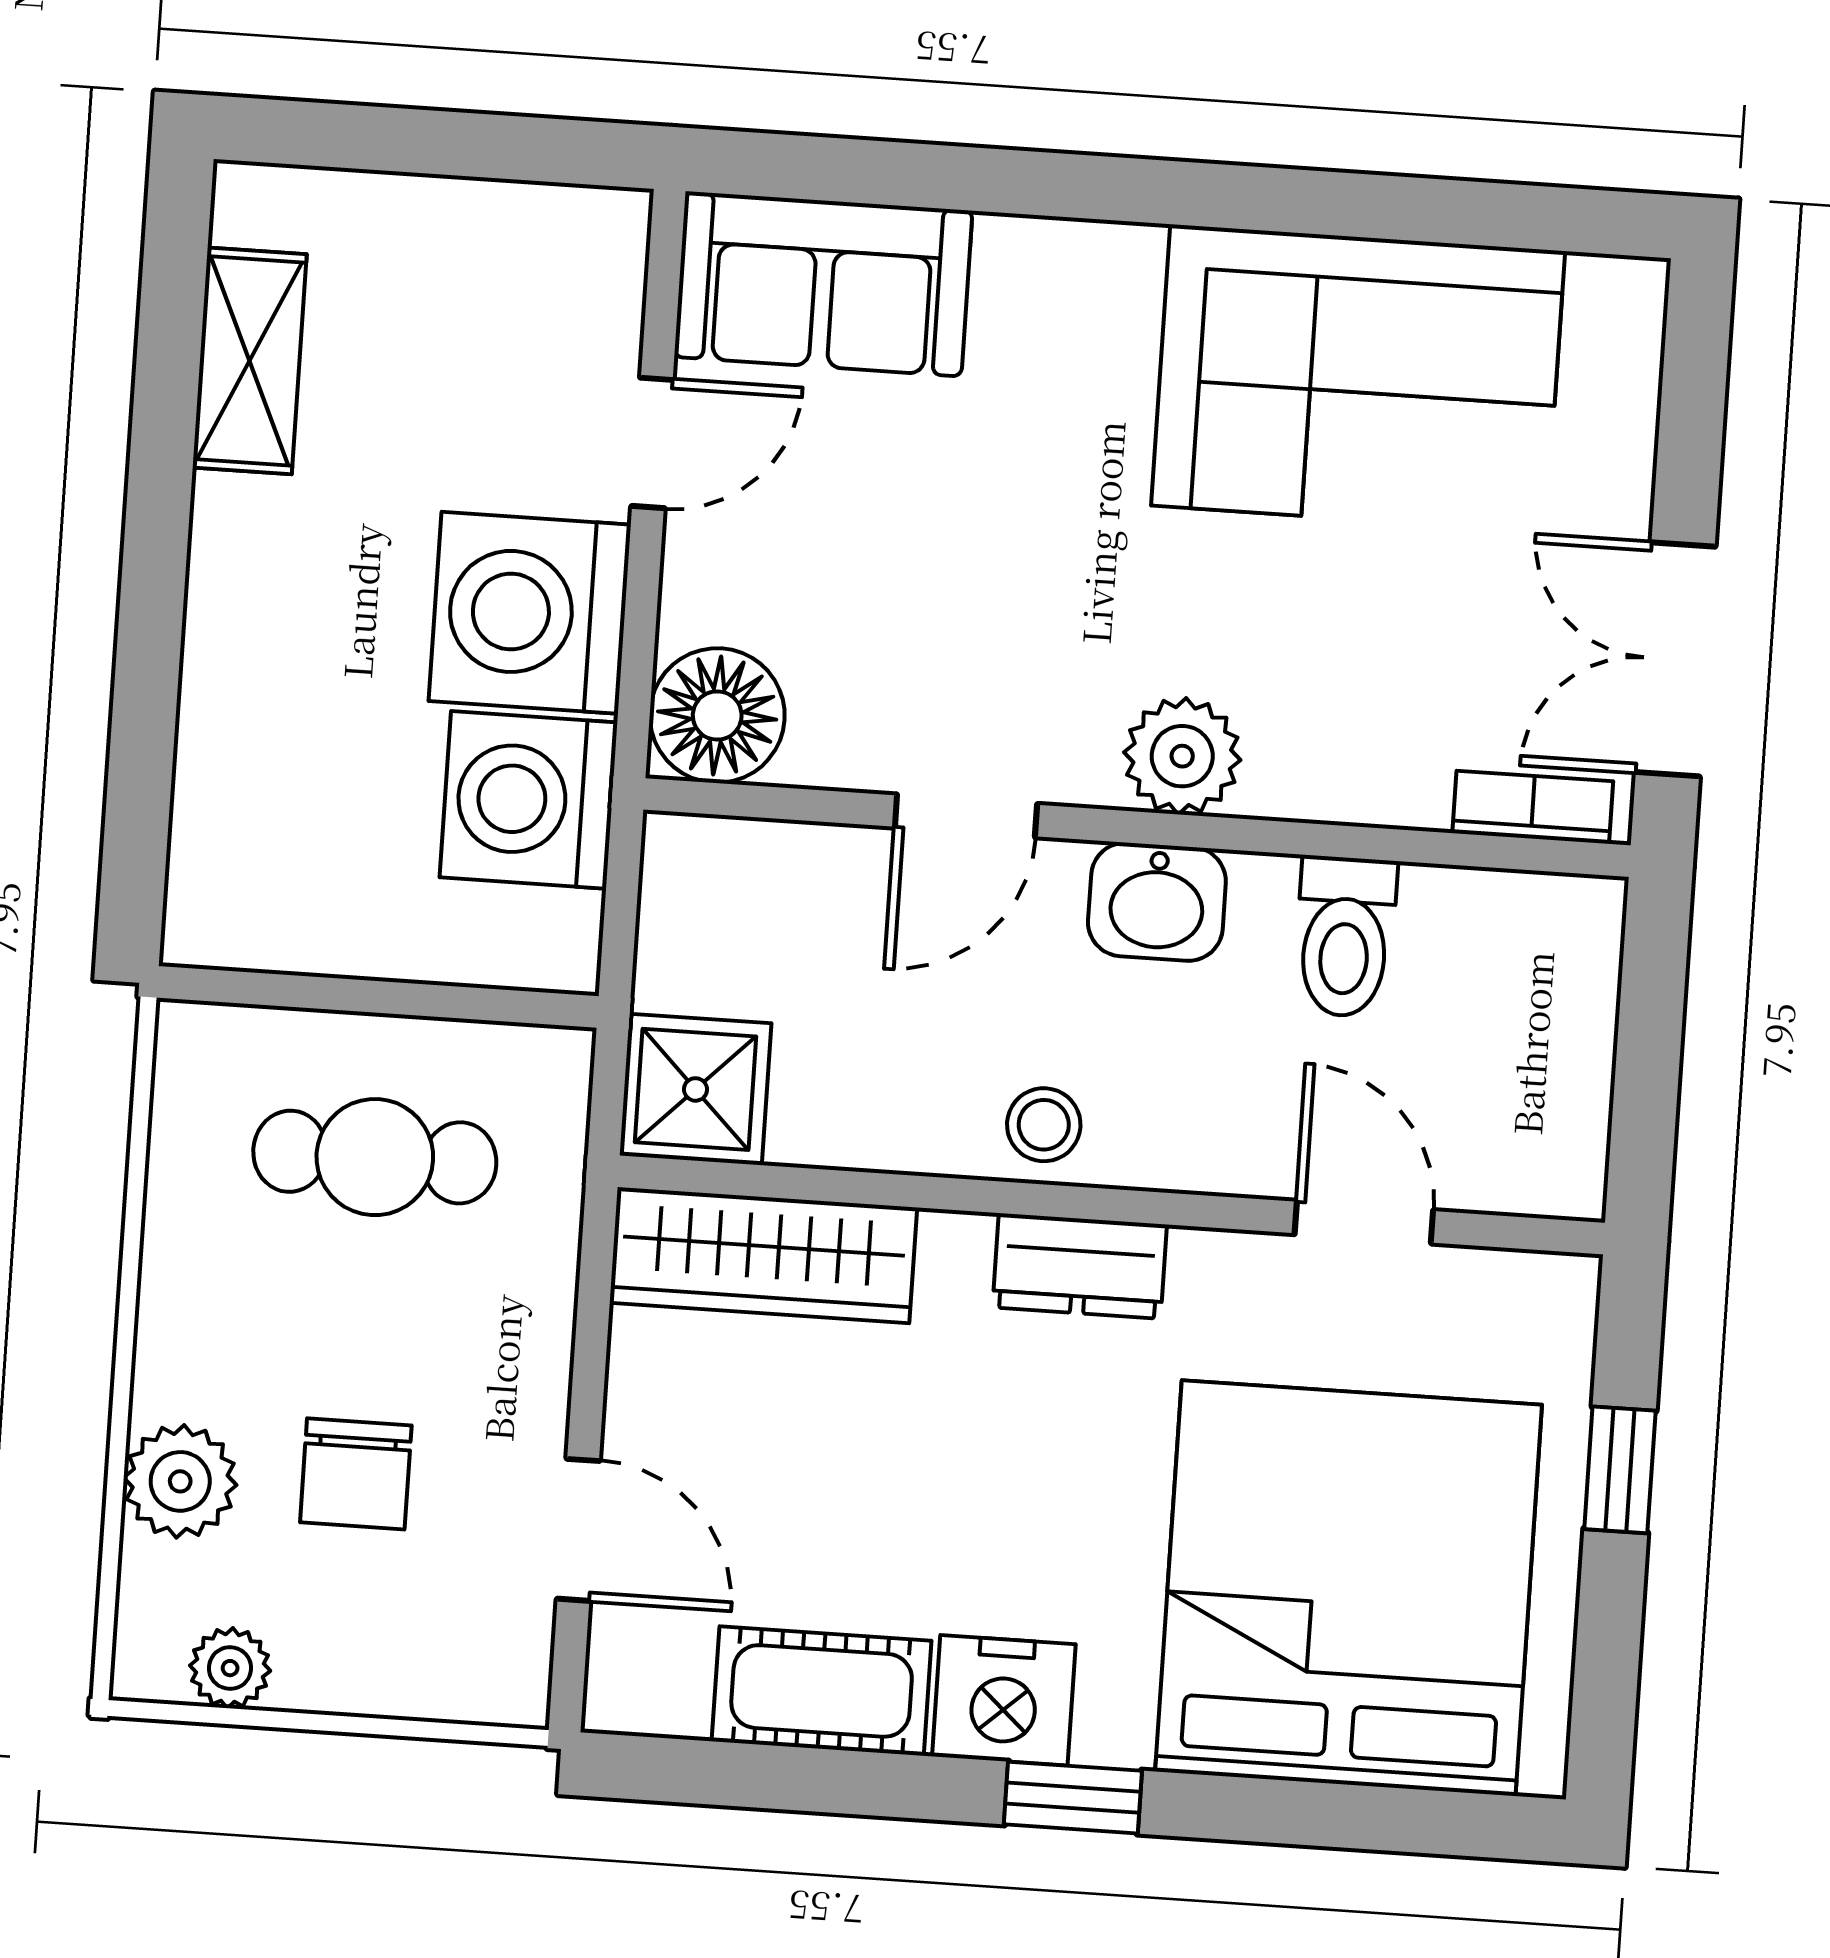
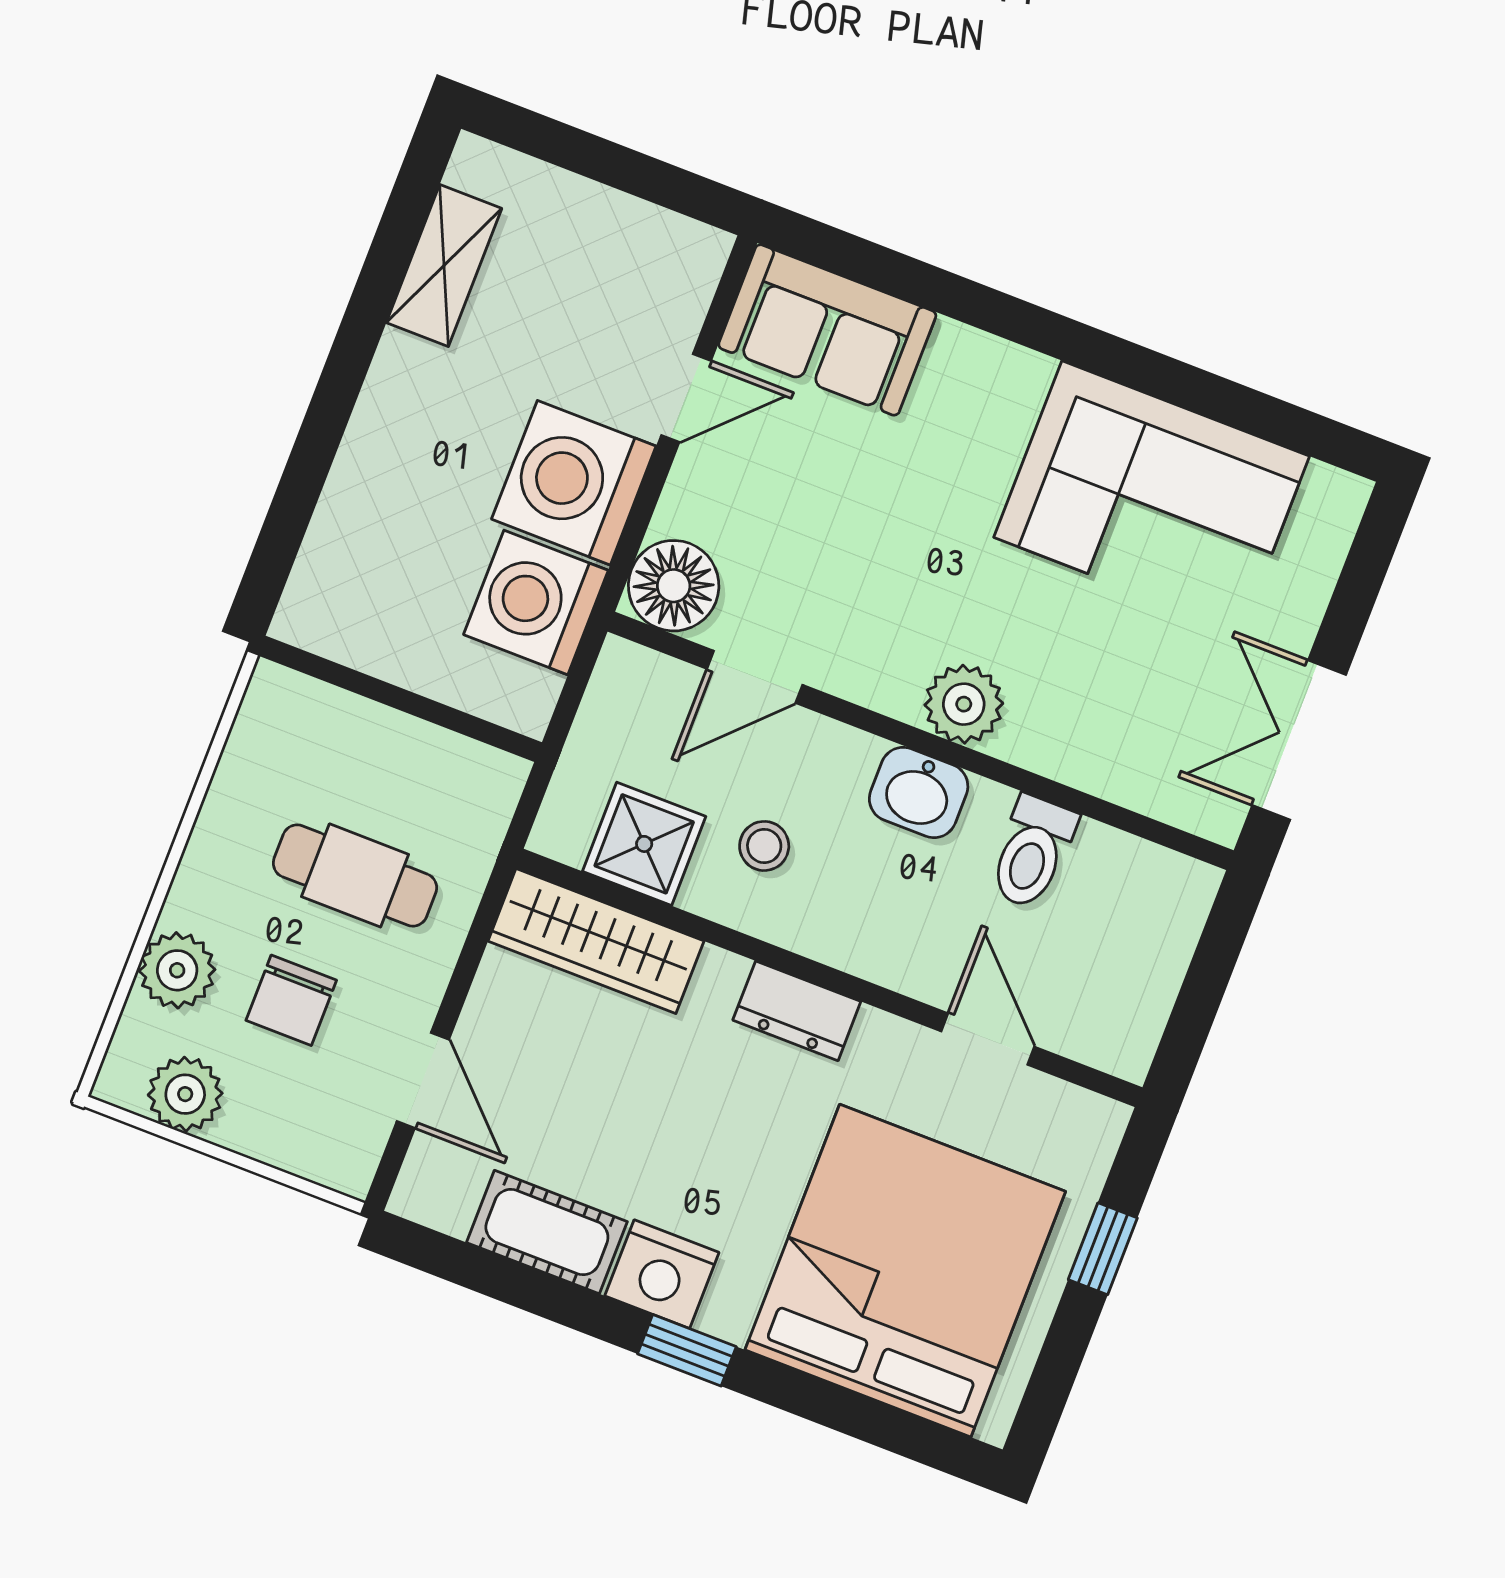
bookcase: (1533, 807) -> (1178, 806), removed
door: (966, 816) -> (755, 677), moved
shower: (695, 1089) -> (644, 844), moved
stool: (1044, 1125) -> (764, 846), moved
cafe table: (375, 1157) -> (355, 875), moved
plant: (230, 1668) -> (185, 1094), width x1.38, depth x1.38

